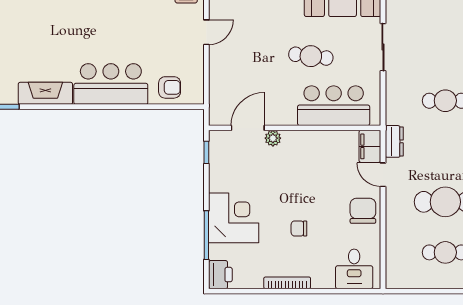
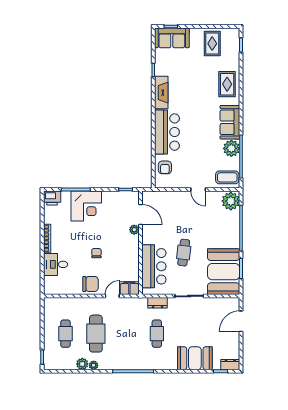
dresser: (394, 141) -> (158, 303), moved
chair: (299, 228) -> (96, 253), moved
desk: (354, 269) -> (56, 264), moved

